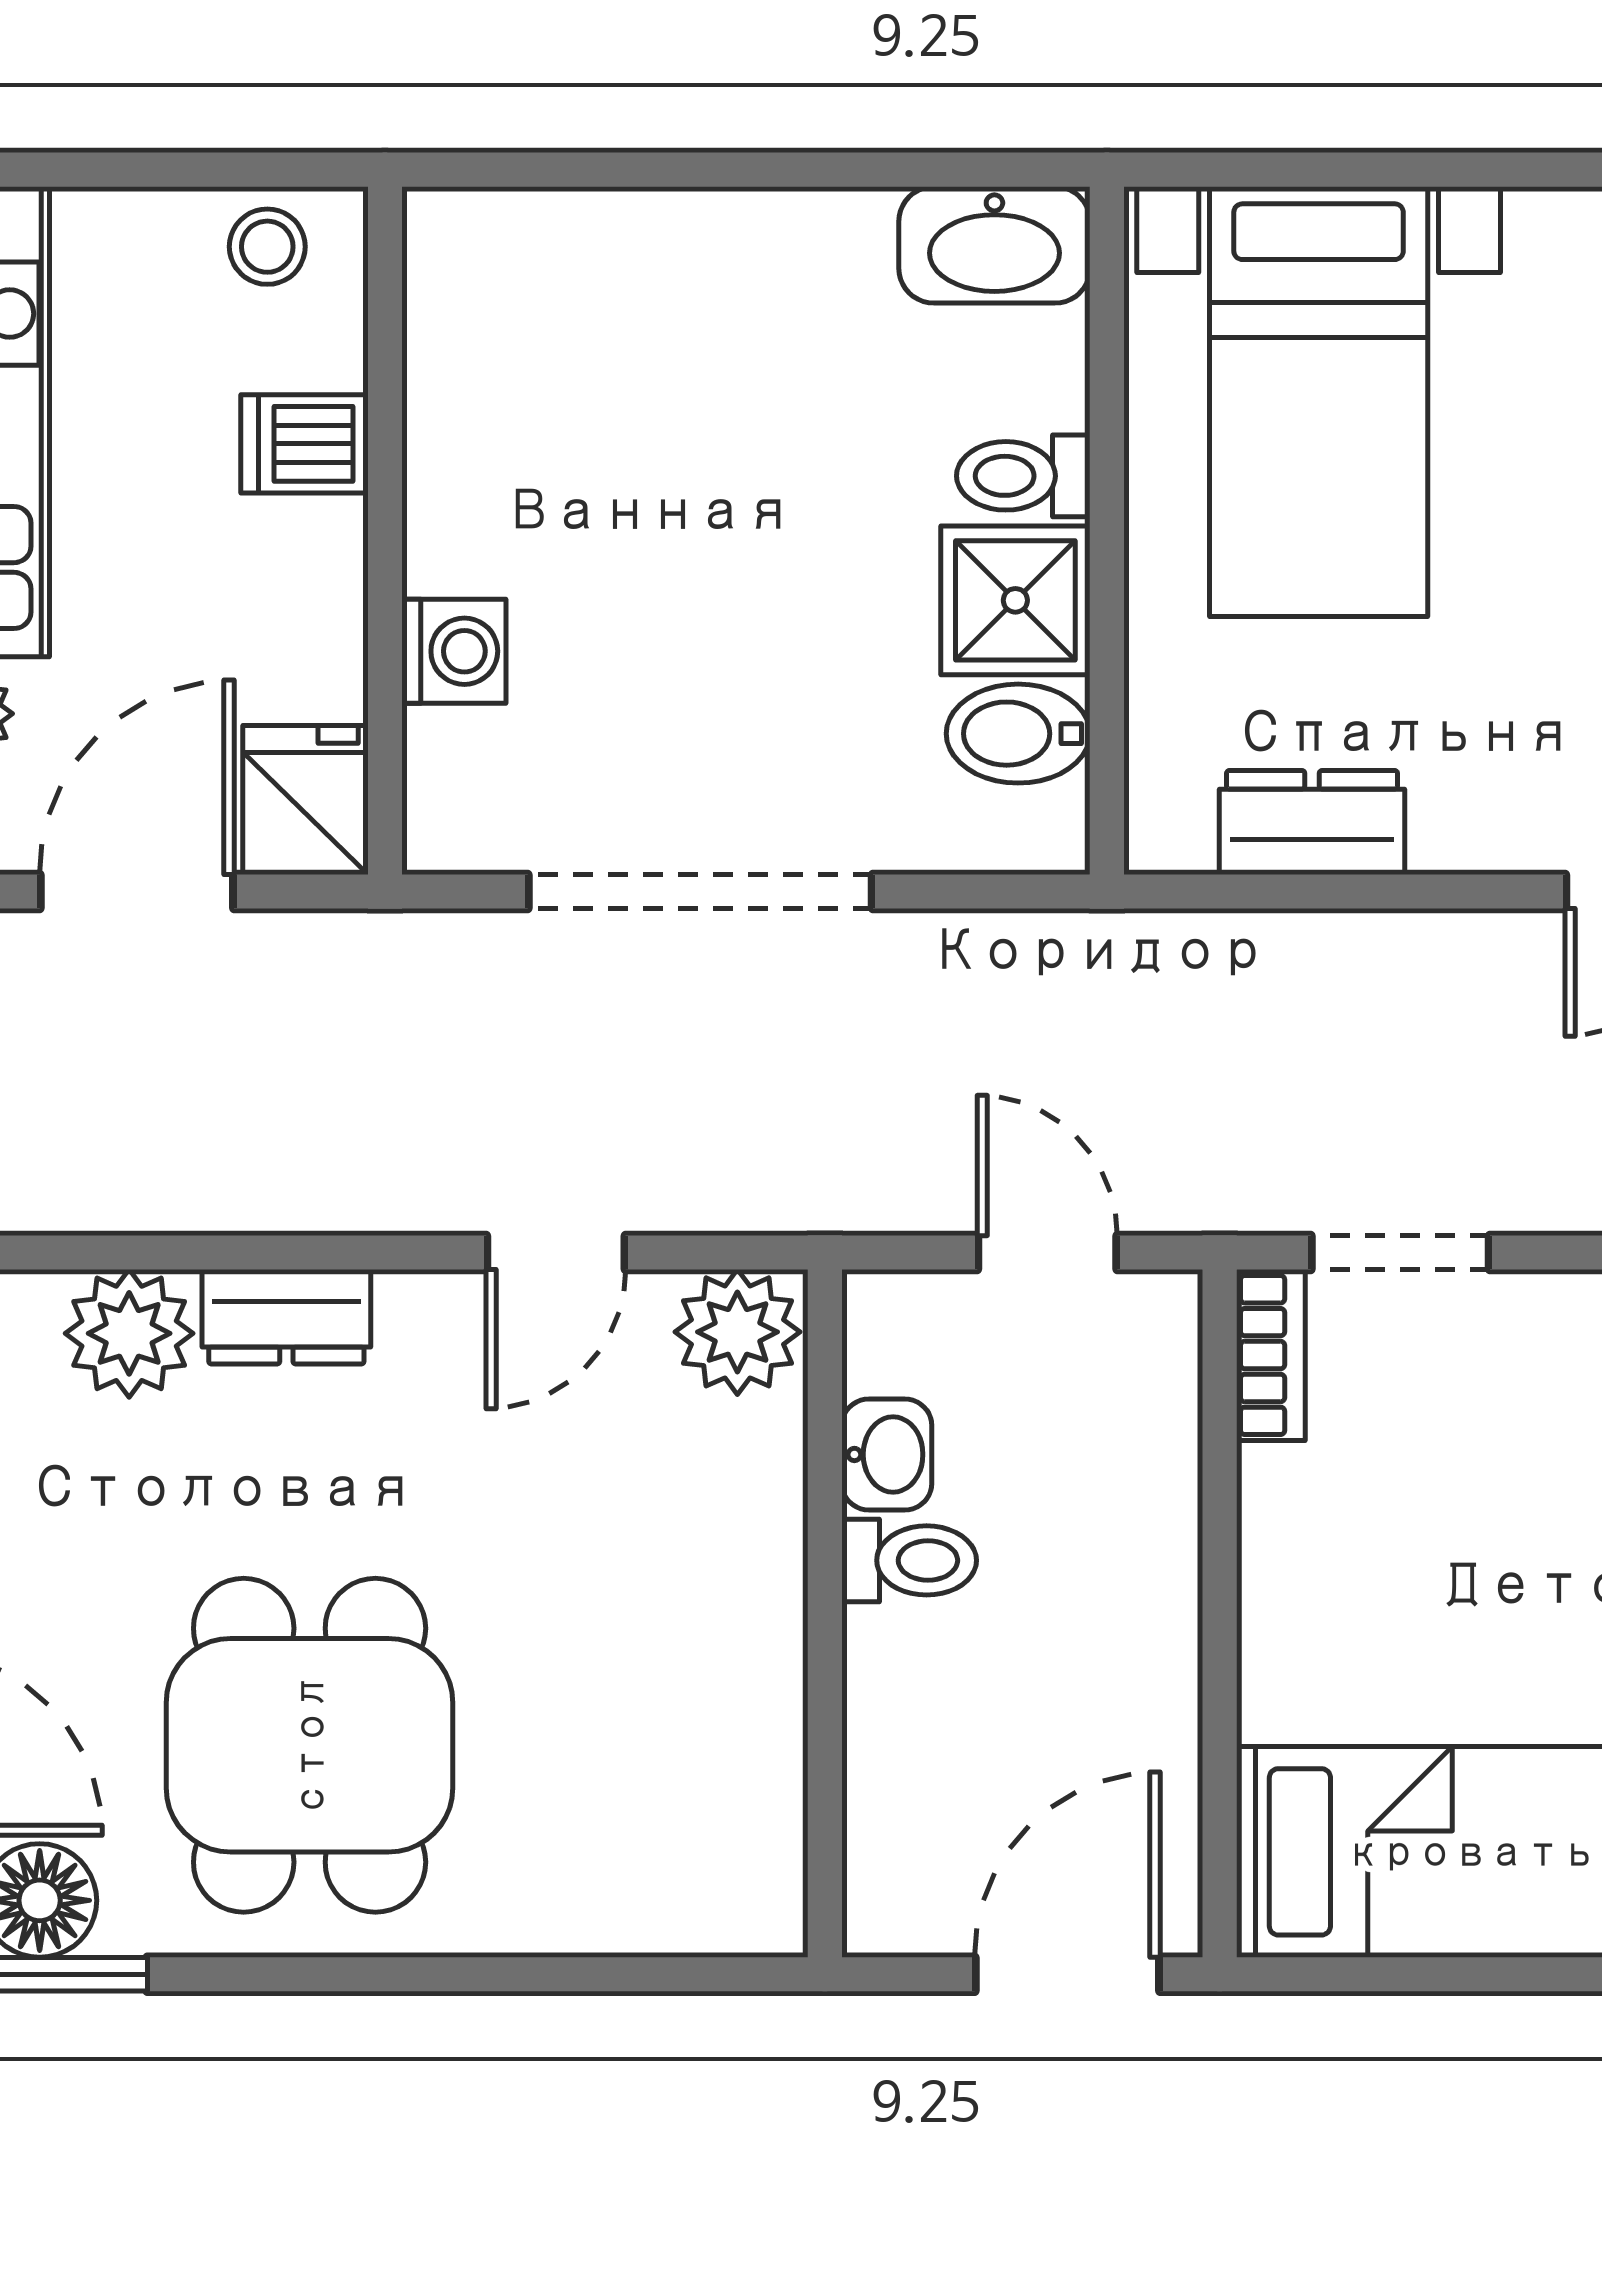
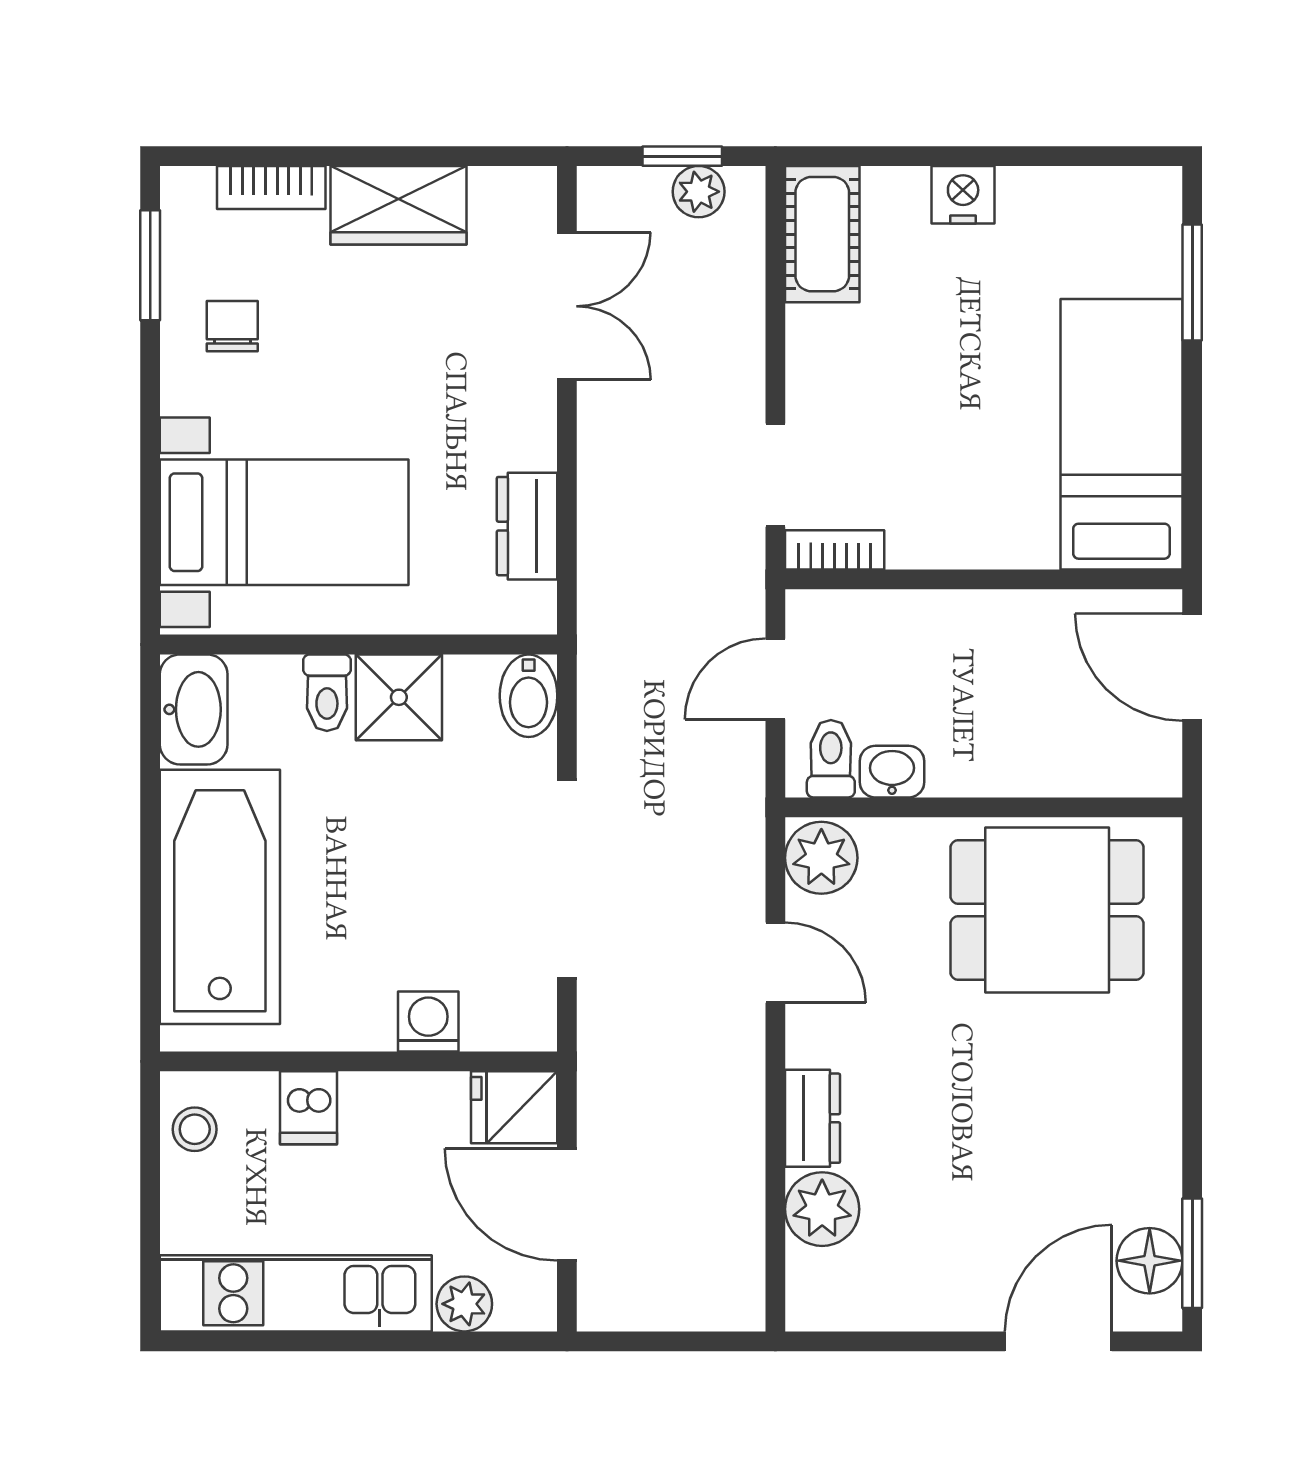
bathtub: (670, 290) -> (220, 897), added
bidet: (1018, 734) -> (529, 696), moved
toilet: (909, 1560) -> (831, 759), moved
dining table: (310, 1745) -> (1047, 910), moved

